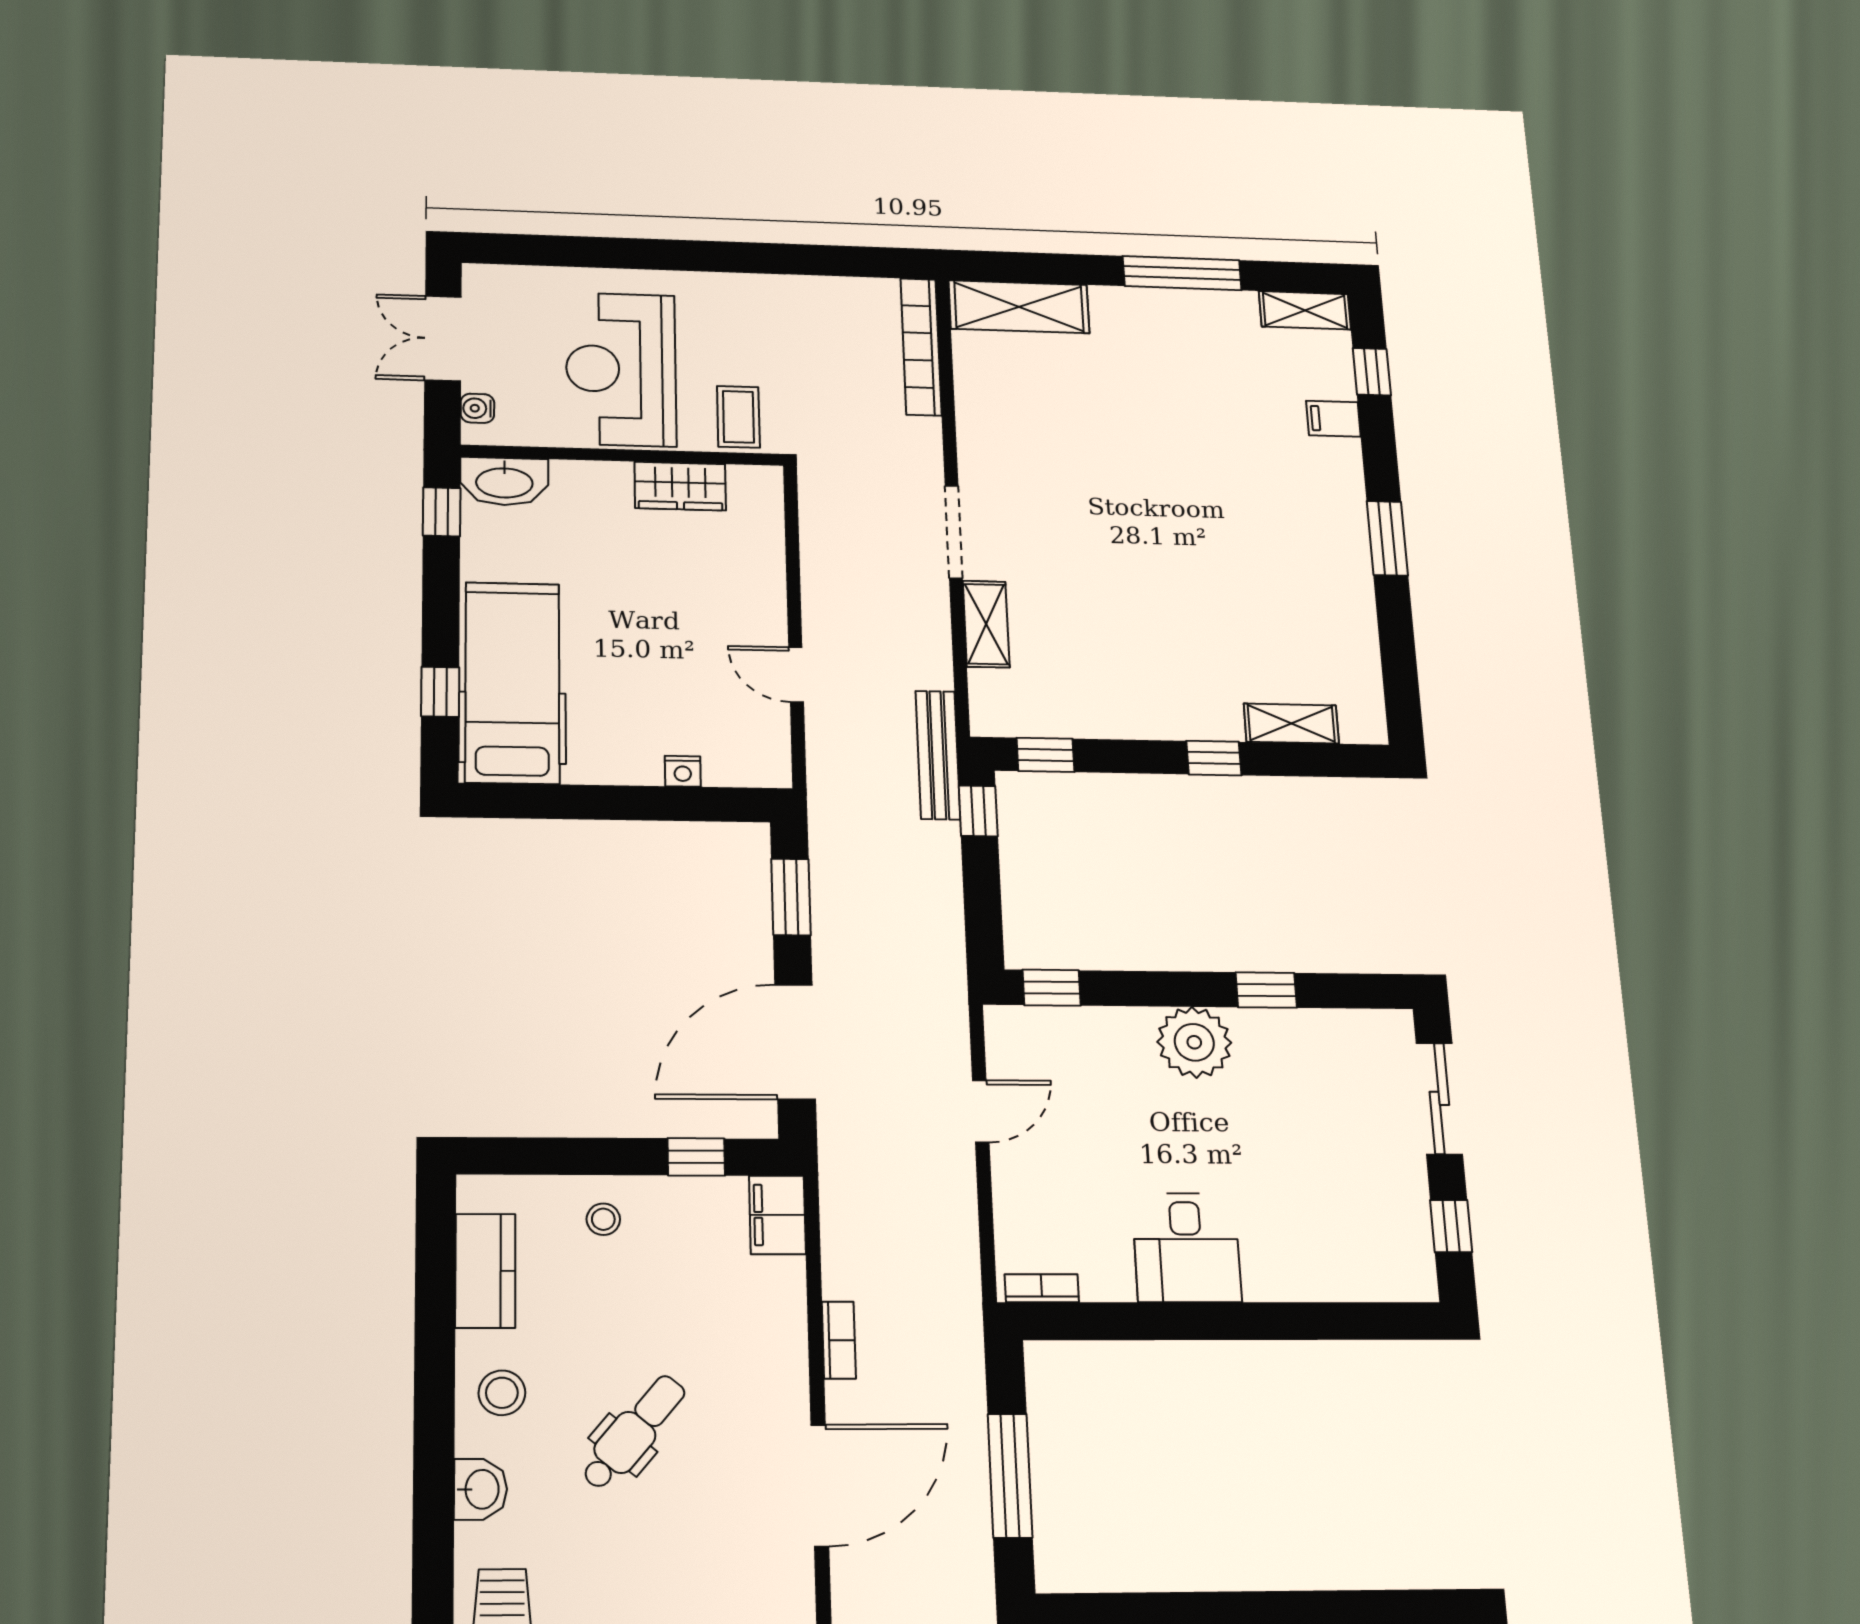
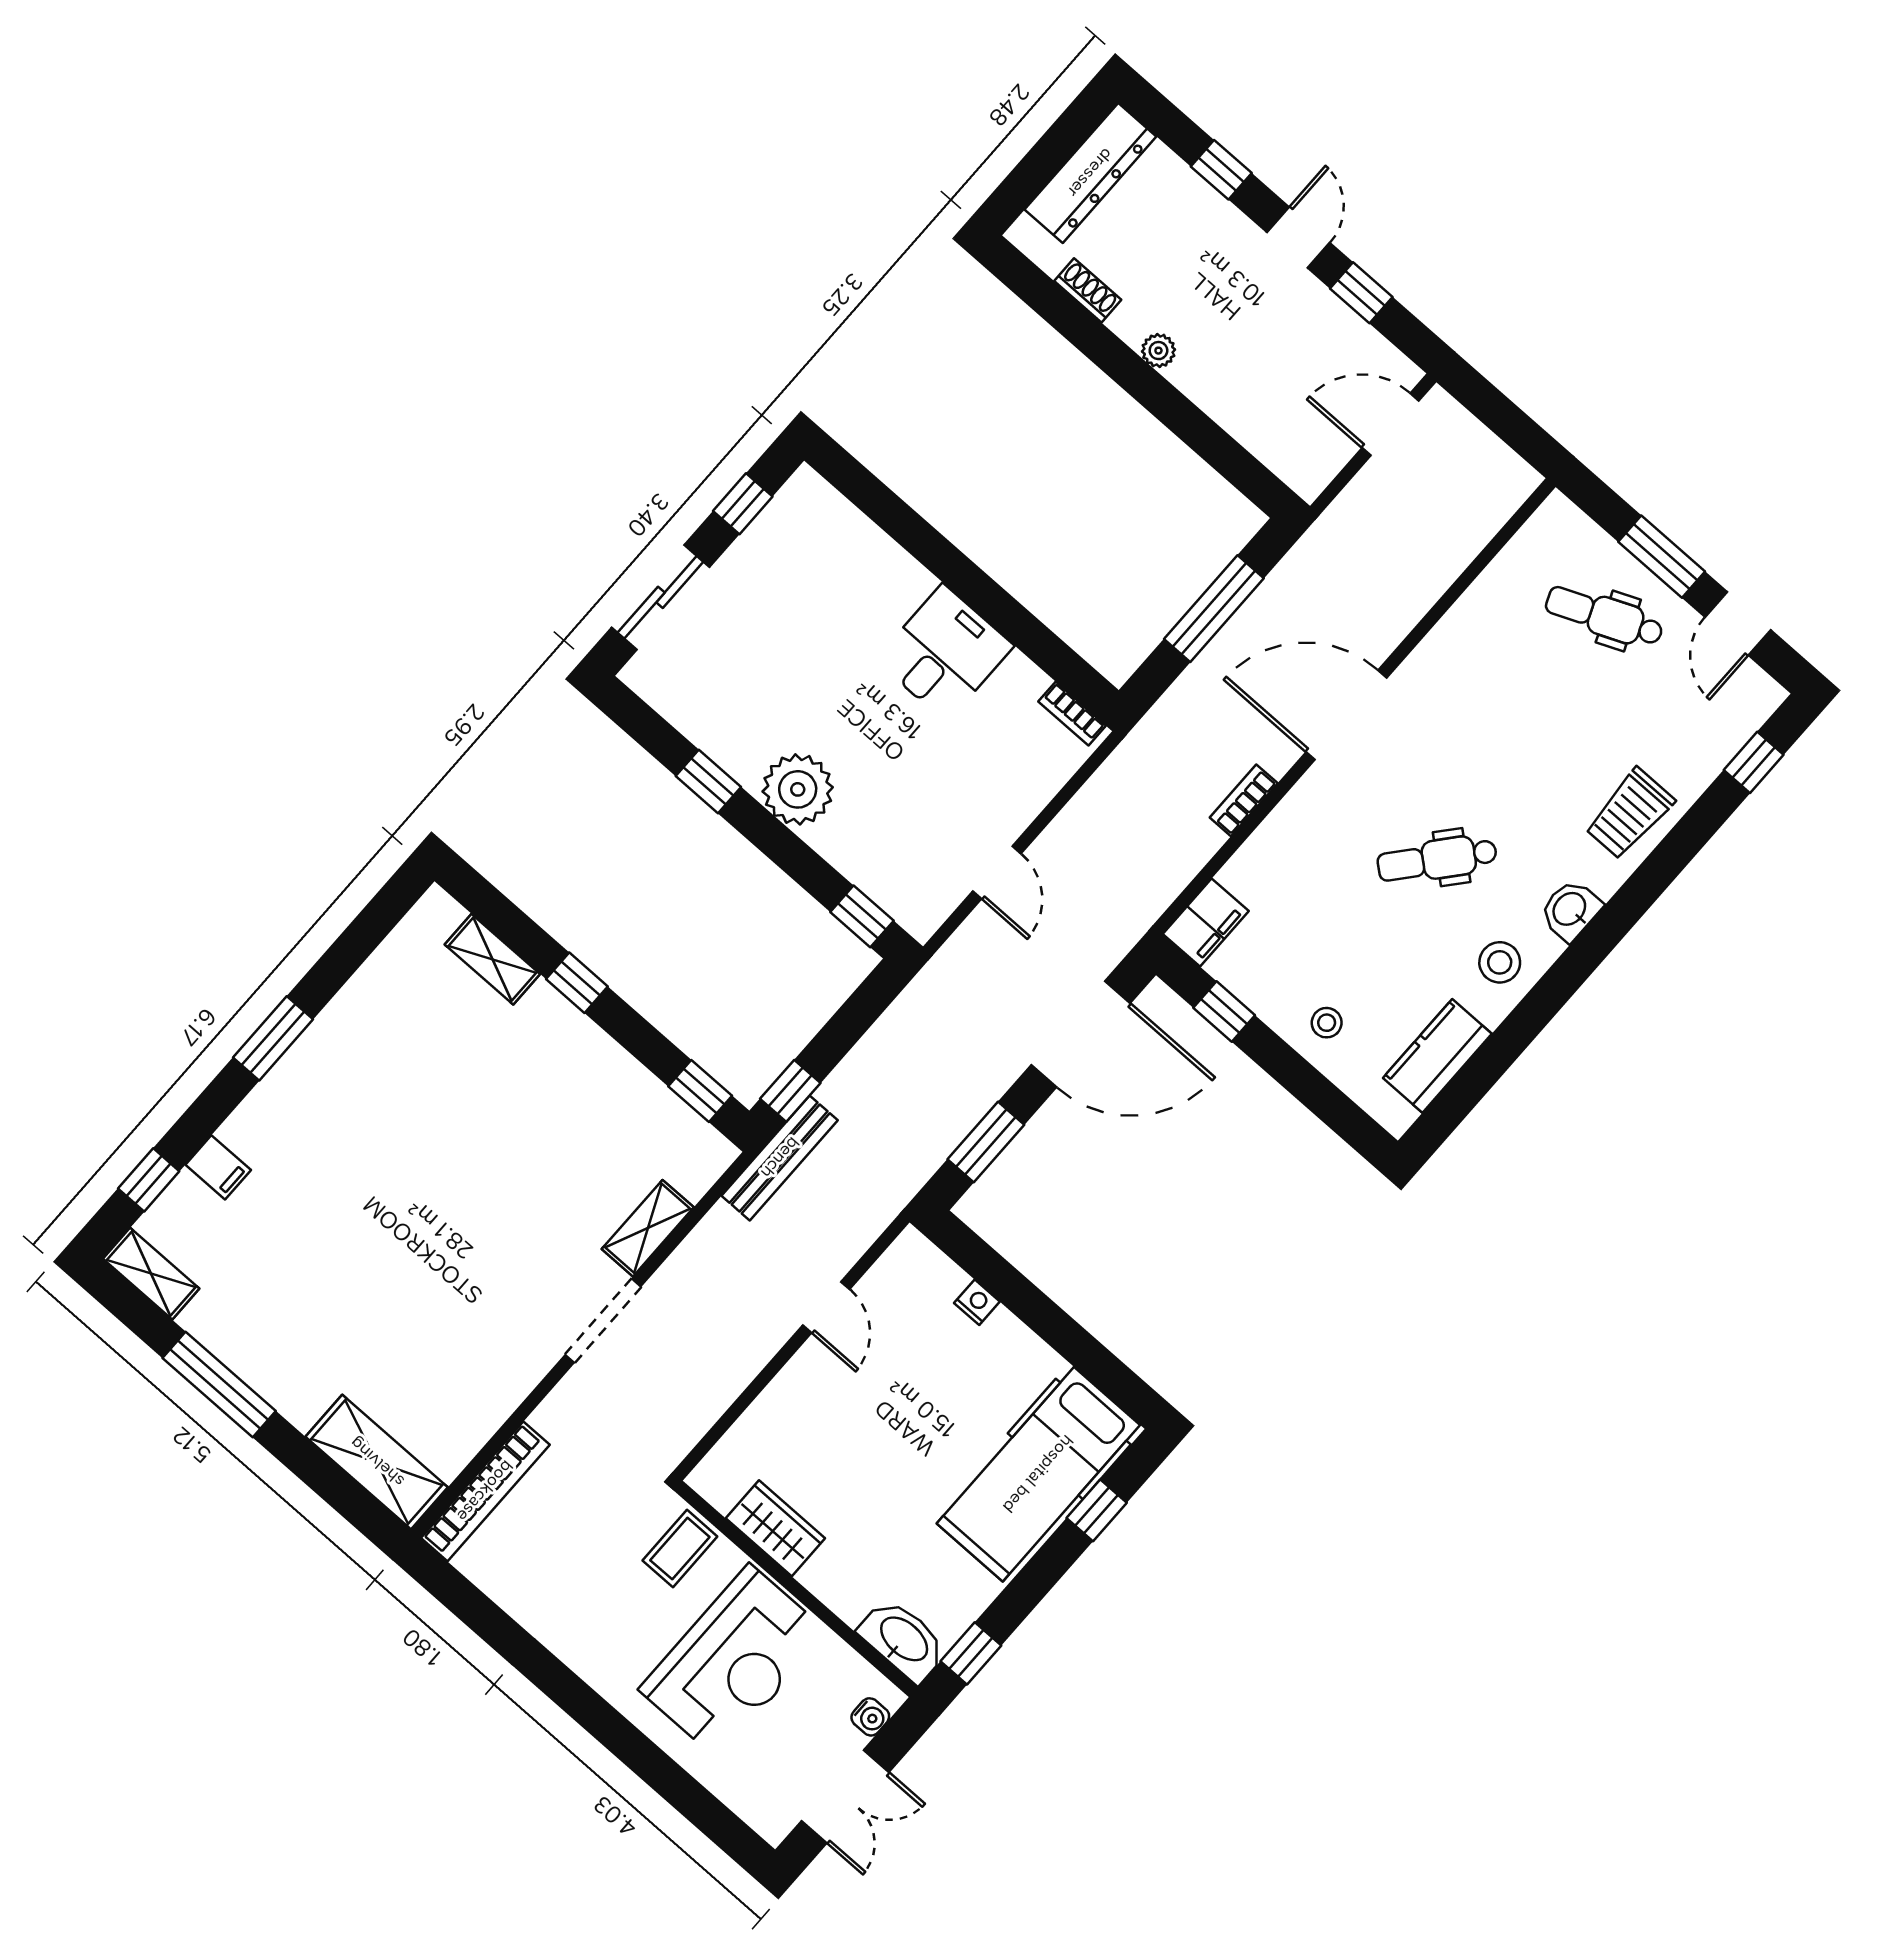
door: (981, 1111) -> (997, 872), swing flipped

